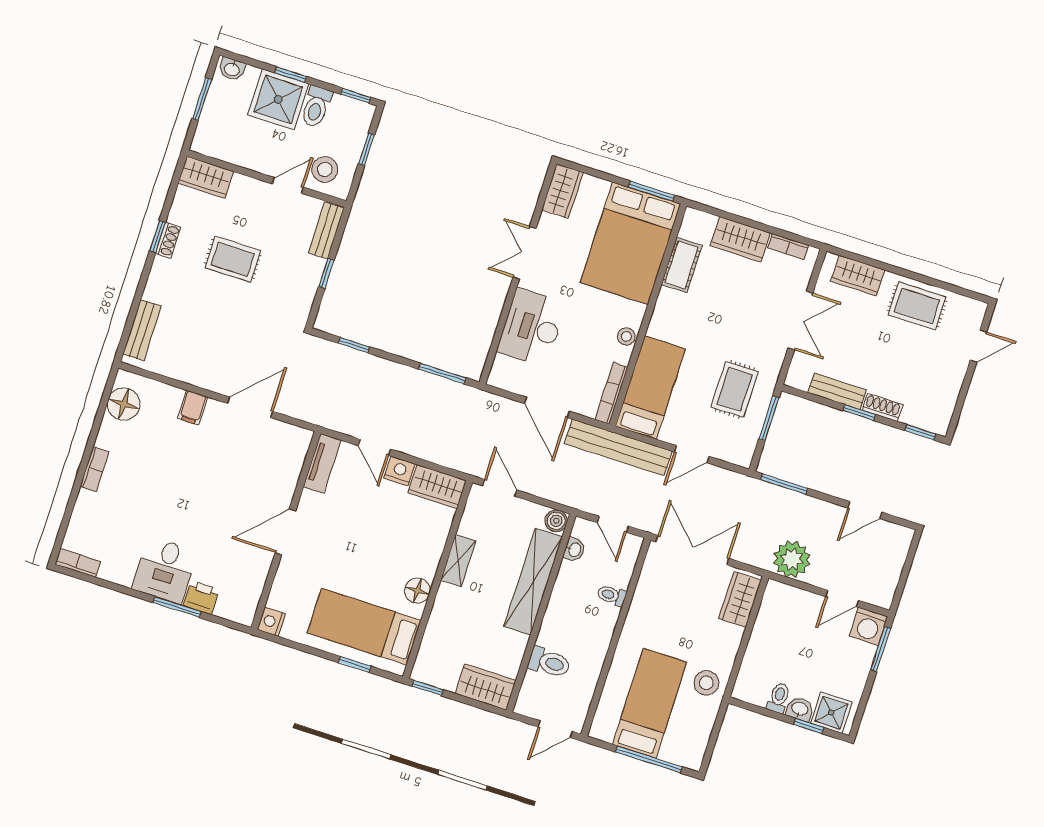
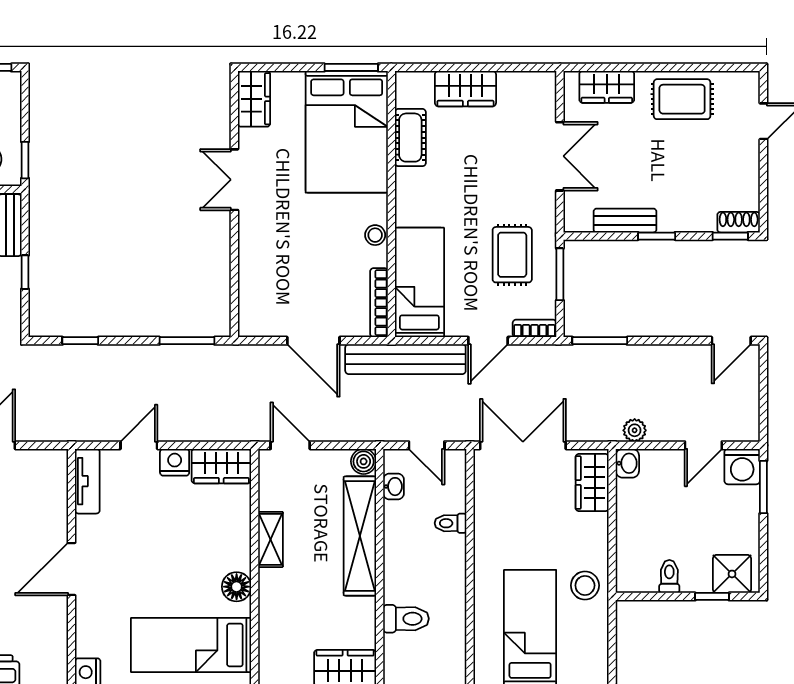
window: (367, 149) -> (25, 160), moved
bookcase: (788, 246) -> (534, 328), moved, turned 180
desk: (532, 327) -> (268, 259), removed
shoe rack: (882, 407) -> (739, 222), moved
door: (374, 447) -> (139, 445), swing flipped
door: (865, 510) -> (731, 341), moved
plant: (792, 559) -> (635, 430), width x0.53, depth x0.53
washbasin: (800, 709) -> (627, 463), moved, turned 90

